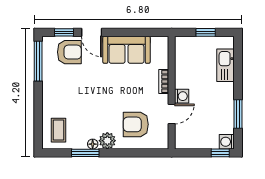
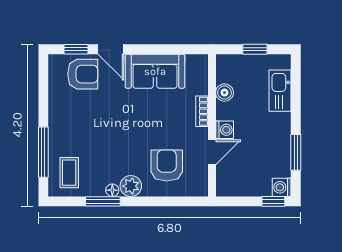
window: (38, 61) -> (43, 152), moved
boiler: (182, 67) -> (225, 93), added
armchair: (136, 124) -> (167, 165), turned 90

